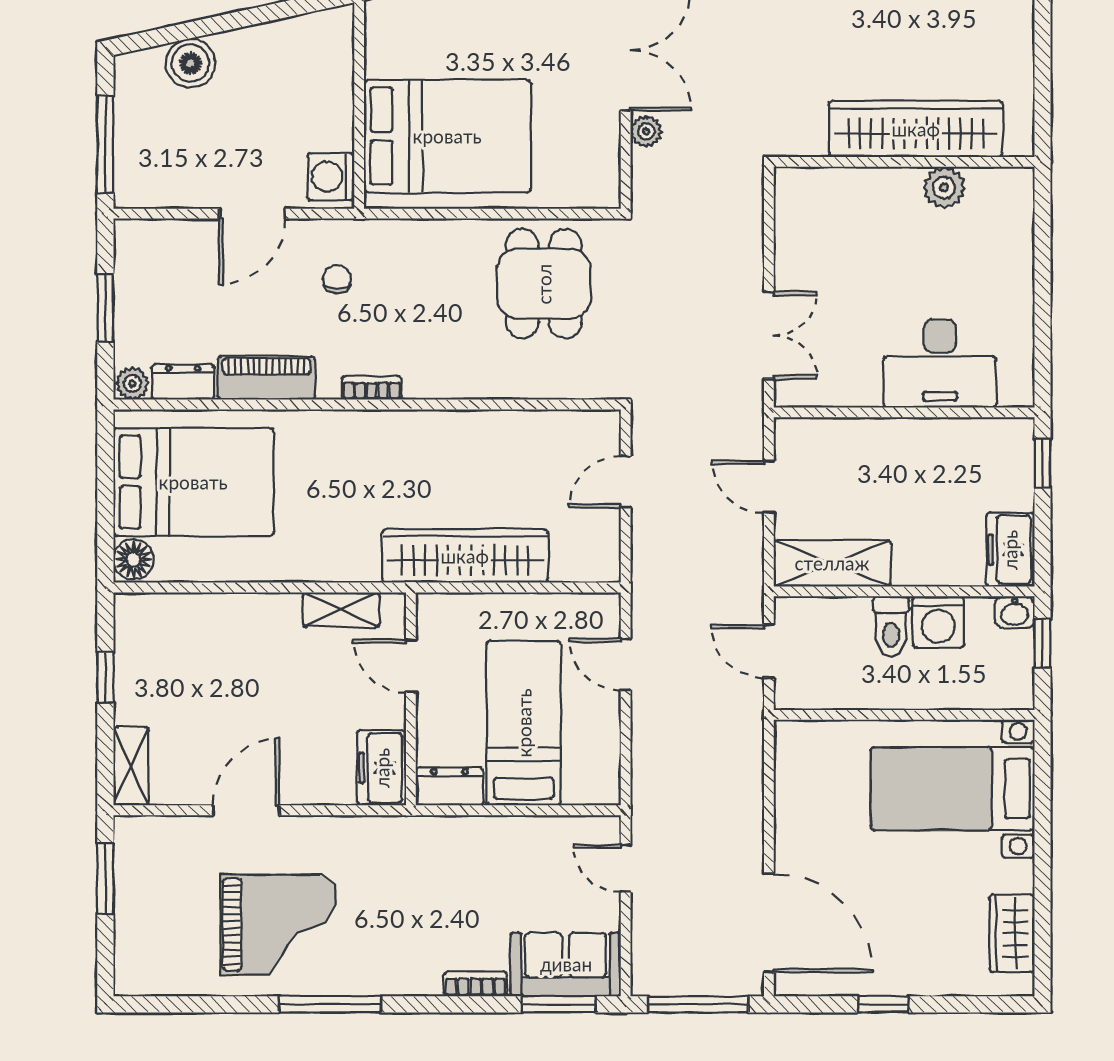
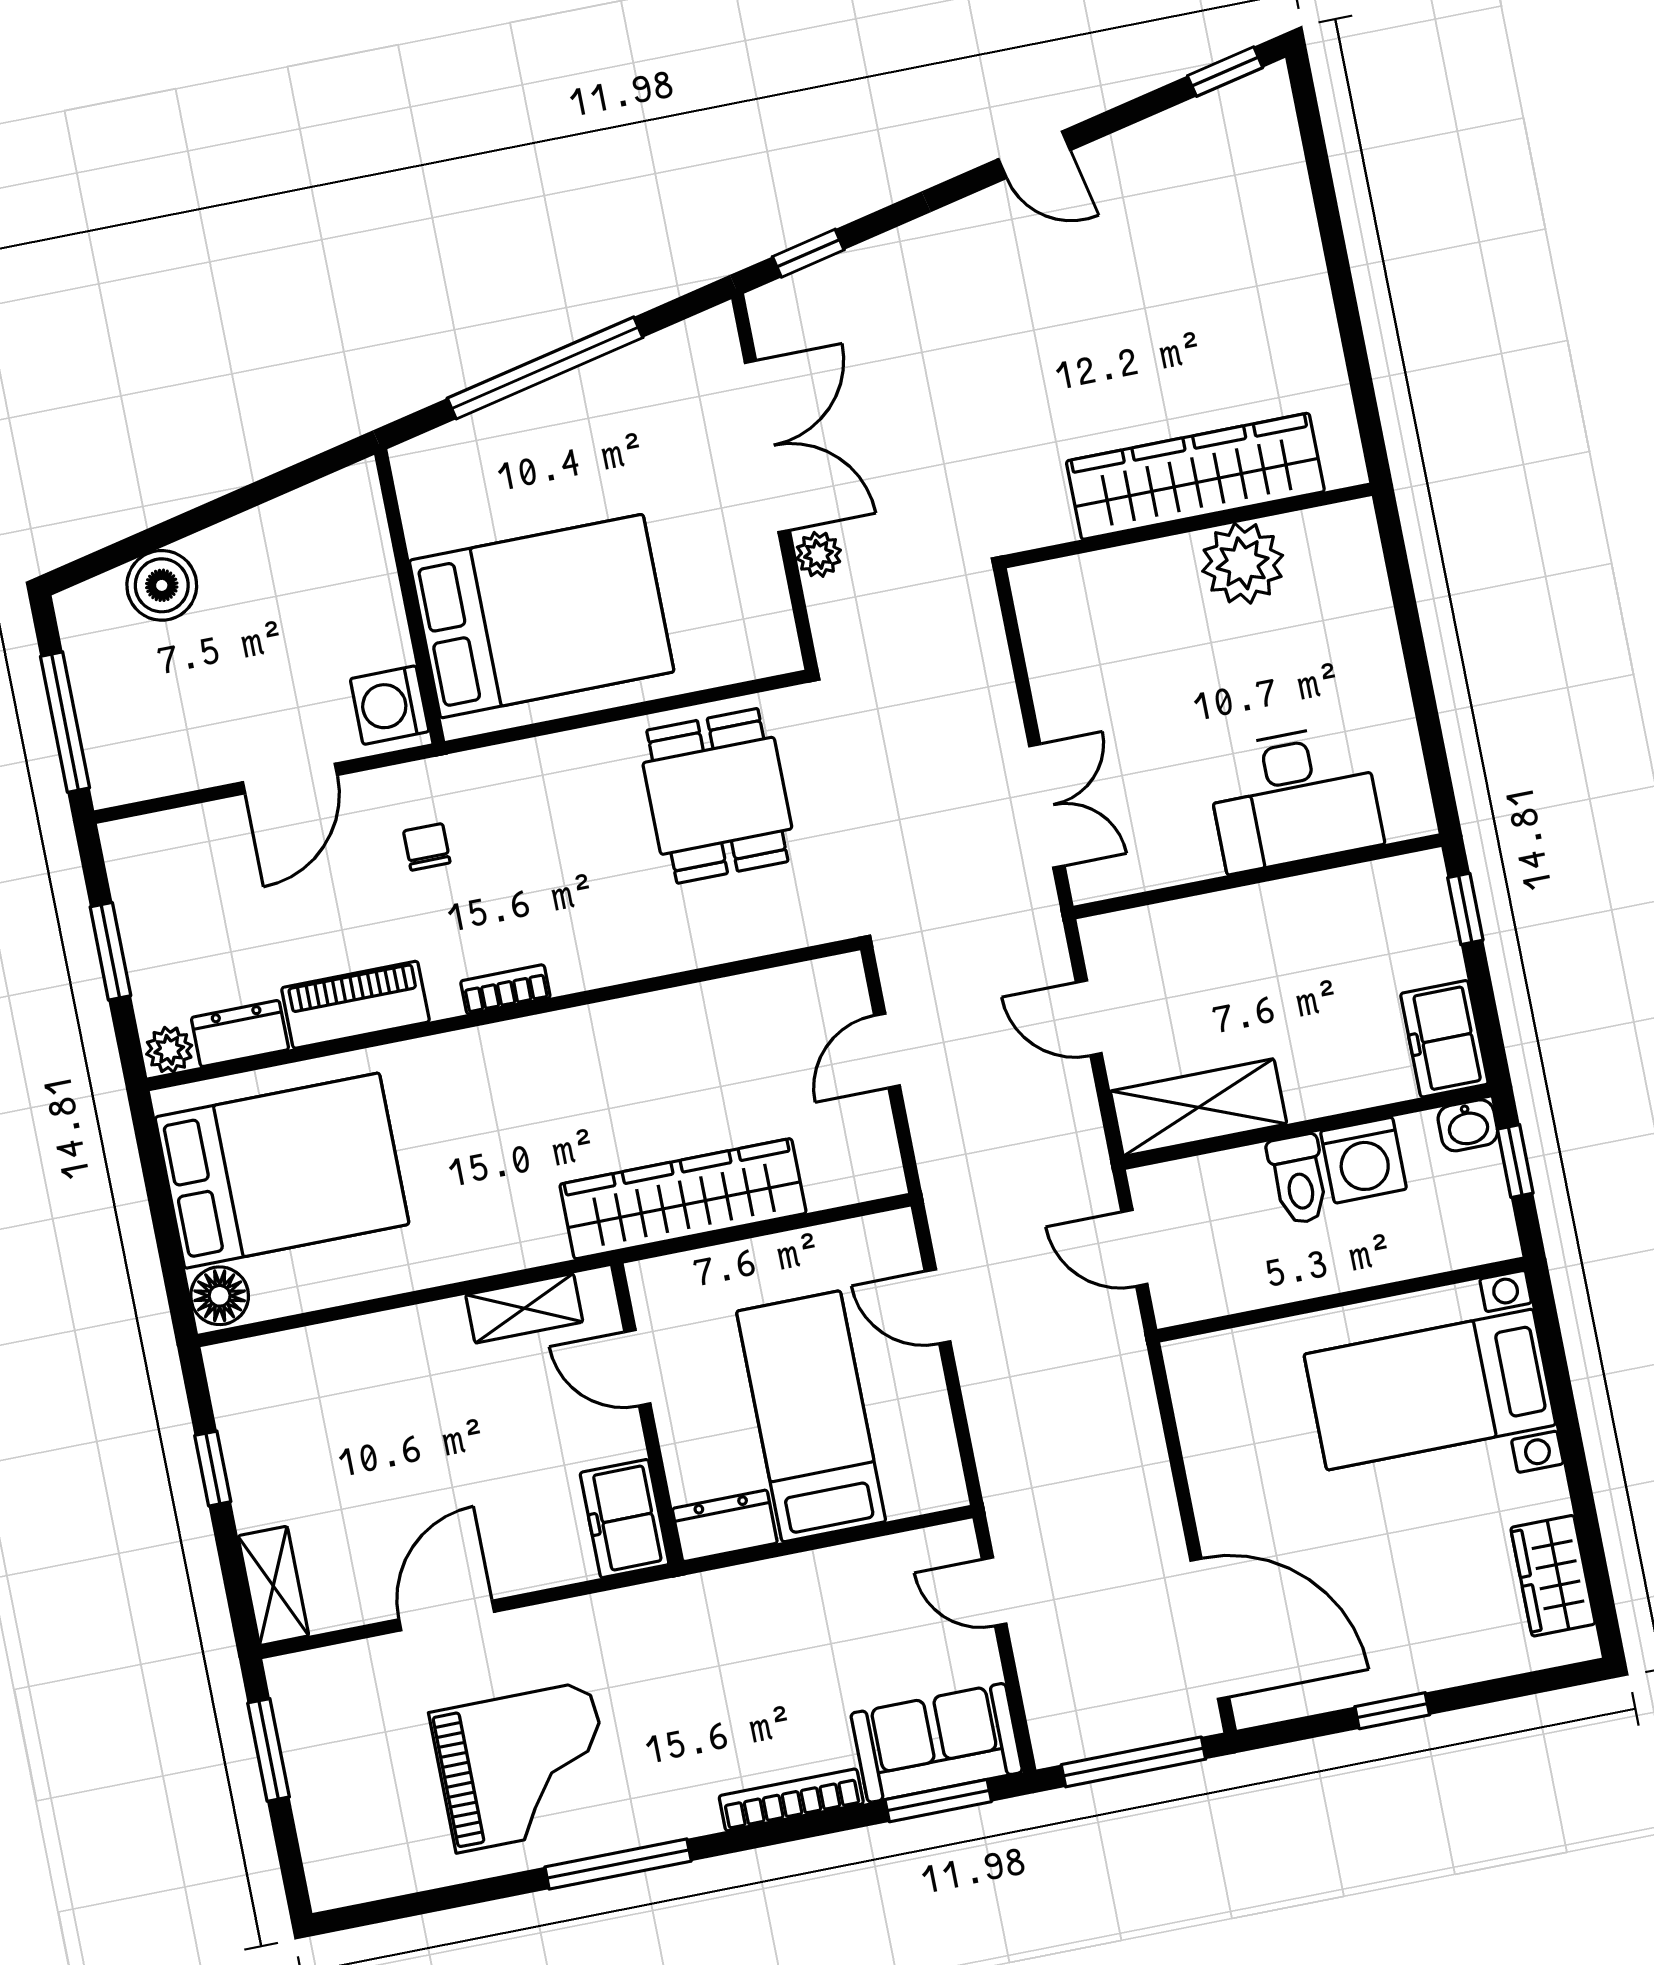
plant: (944, 188) -> (1243, 563), width x1.36, depth x1.36
bookcase: (476, 984) -> (791, 1800), width x1.56

